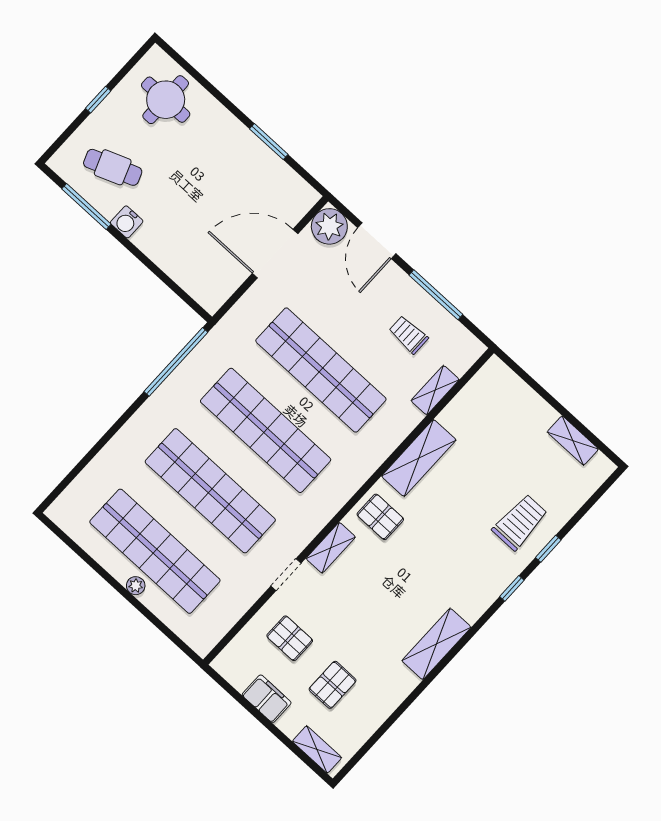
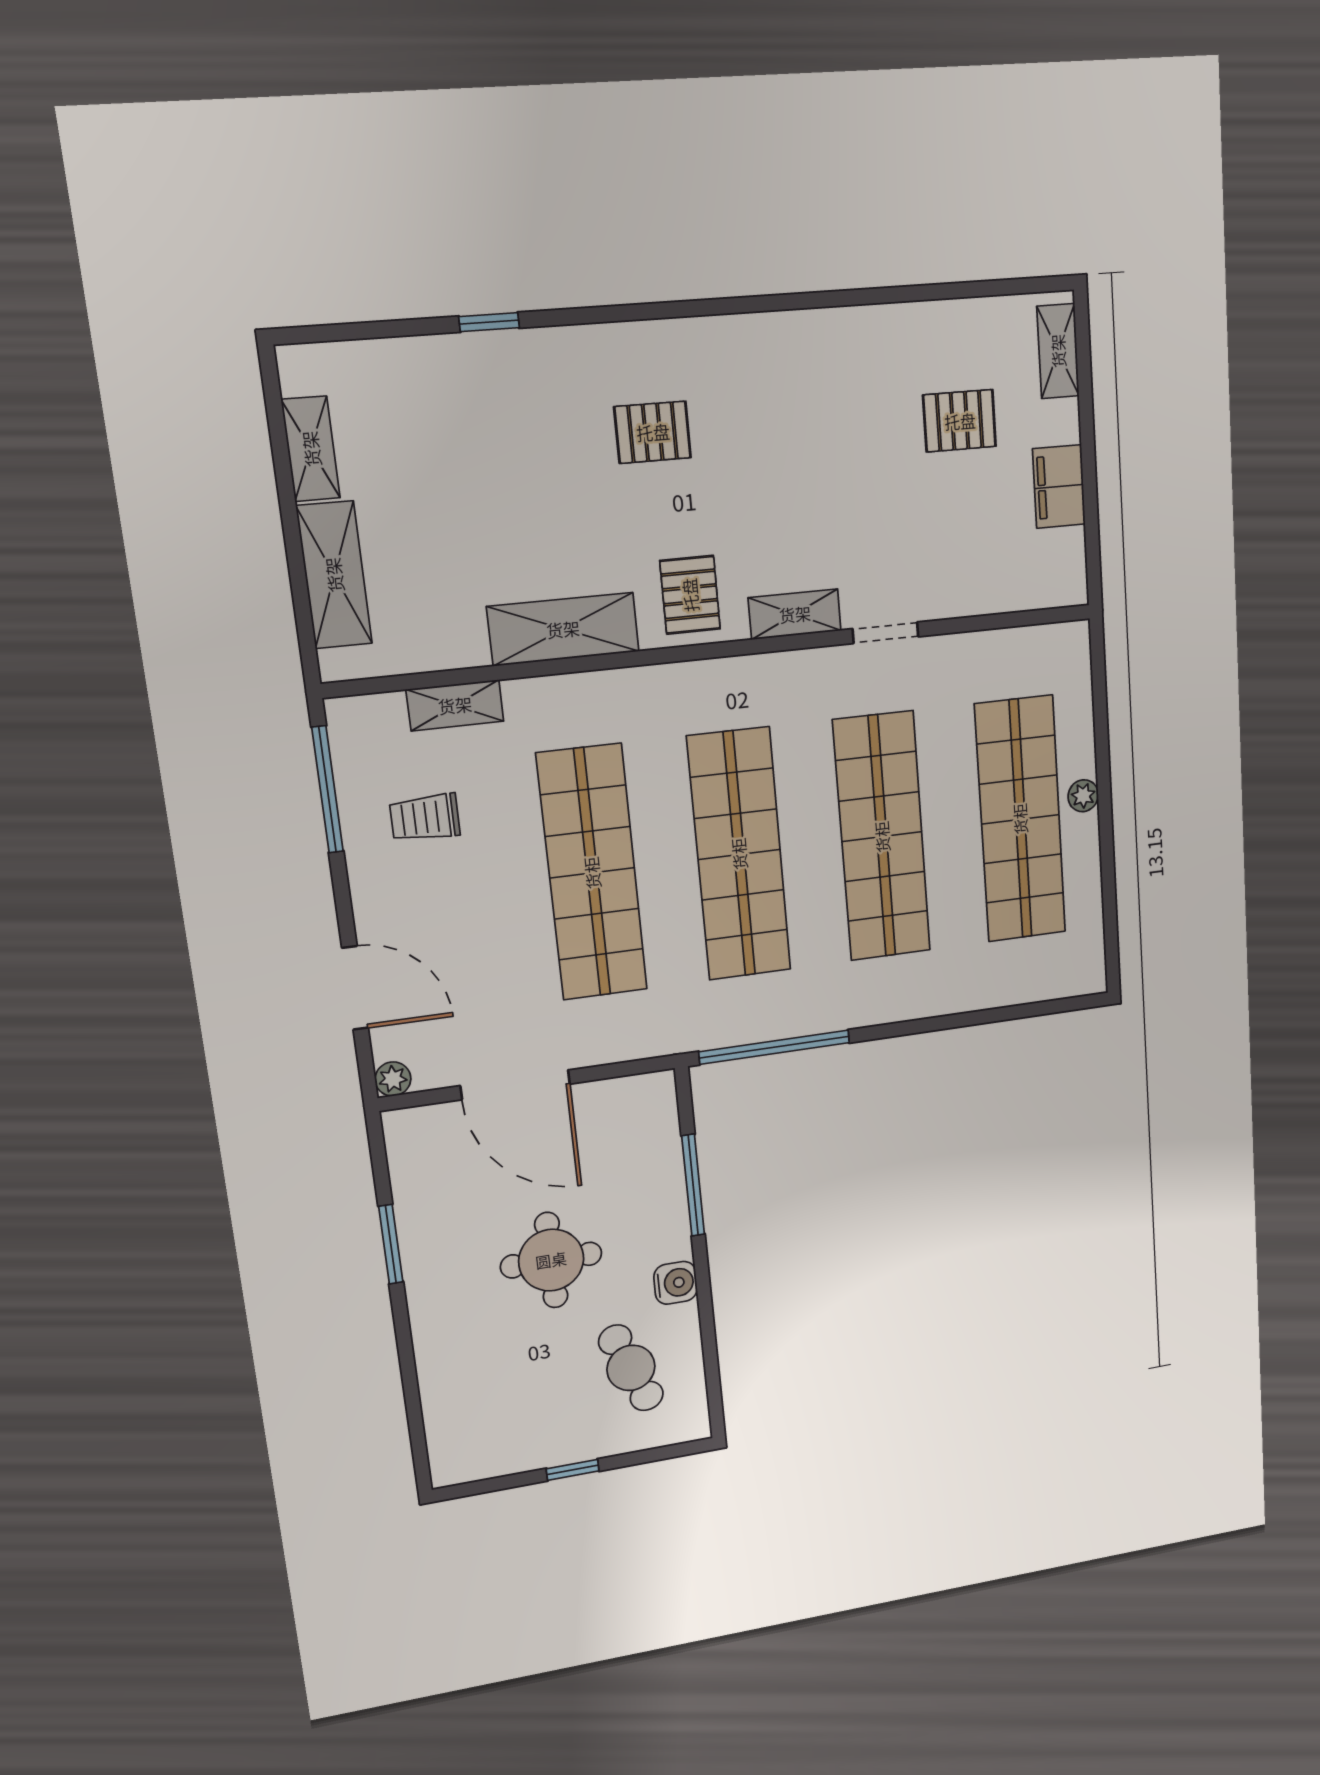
round table: (166, 100) -> (551, 1260), moved
window: (86, 207) -> (693, 1185), moved
plant: (329, 226) -> (393, 1079), width x0.53, depth x0.53
door: (377, 241) -> (355, 988), hinge flipped
window: (436, 295) -> (328, 789), moved
trolley: (408, 335) -> (425, 818), turned 90
trolley: (520, 522) -> (497, 401), removed
window: (512, 588) -> (594, 315), removed
pallet: (290, 638) -> (653, 432), moved, turned 90
shelving: (436, 644) -> (334, 575), moved, turned 90

